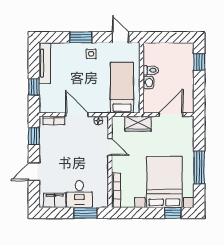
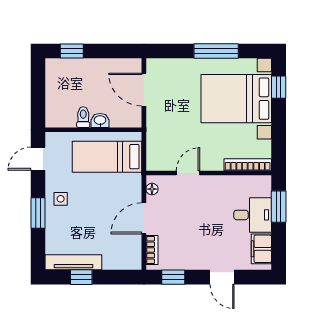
window: (34, 87) -> (81, 277), moved
wardrobe: (138, 124) -> (156, 135), removed

